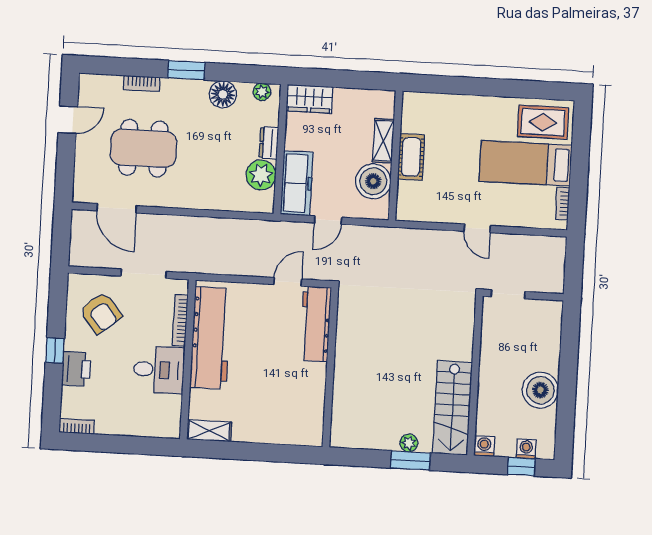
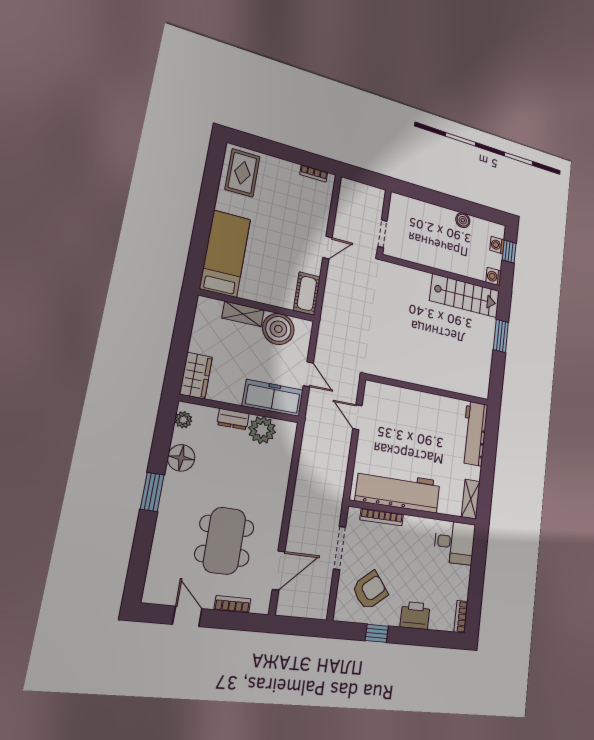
bookcase: (142, 83) -> (232, 604), moved, turned -90
cot: (411, 157) -> (307, 293), moved, turned 90
bed: (526, 163) -> (225, 254), moved, turned 180
workbench: (316, 324) -> (474, 433), moved, turned 90
window: (55, 350) -> (377, 633), moved
desk: (159, 370) -> (455, 542), moved, turned 90
boiler: (540, 390) -> (463, 220), width x0.54, depth x0.54
plant: (409, 443) -> (488, 335), removed

